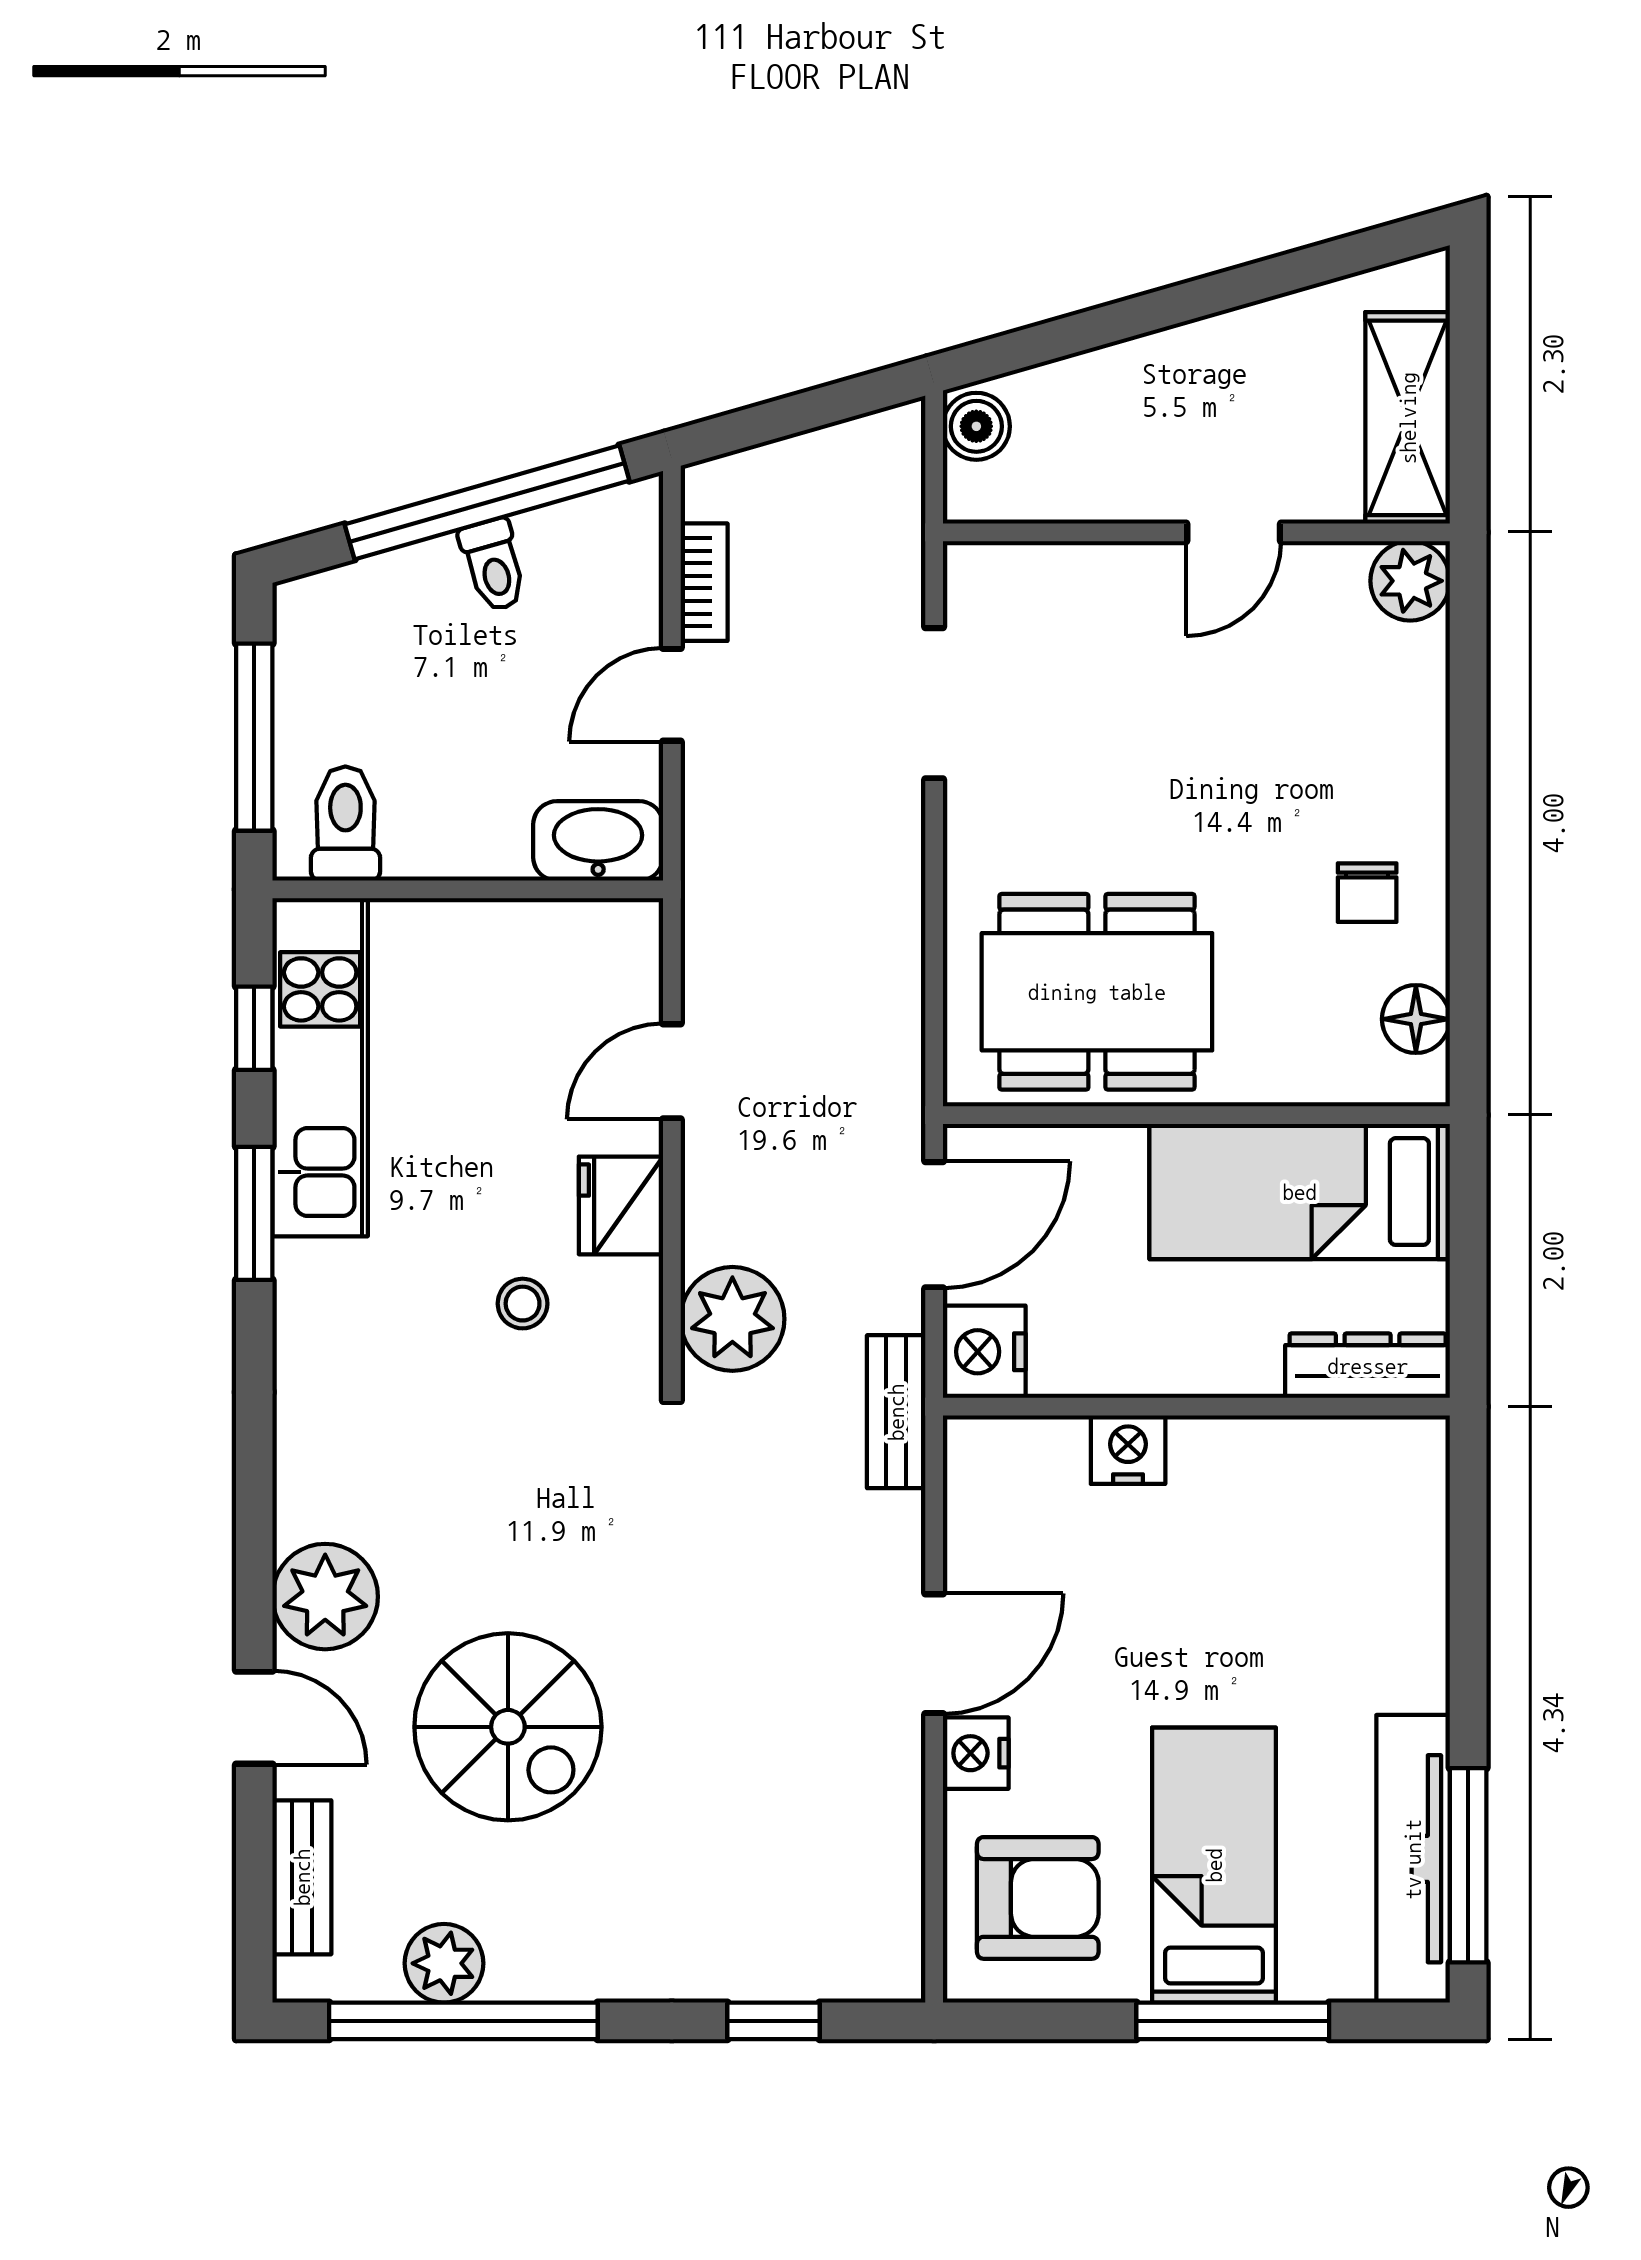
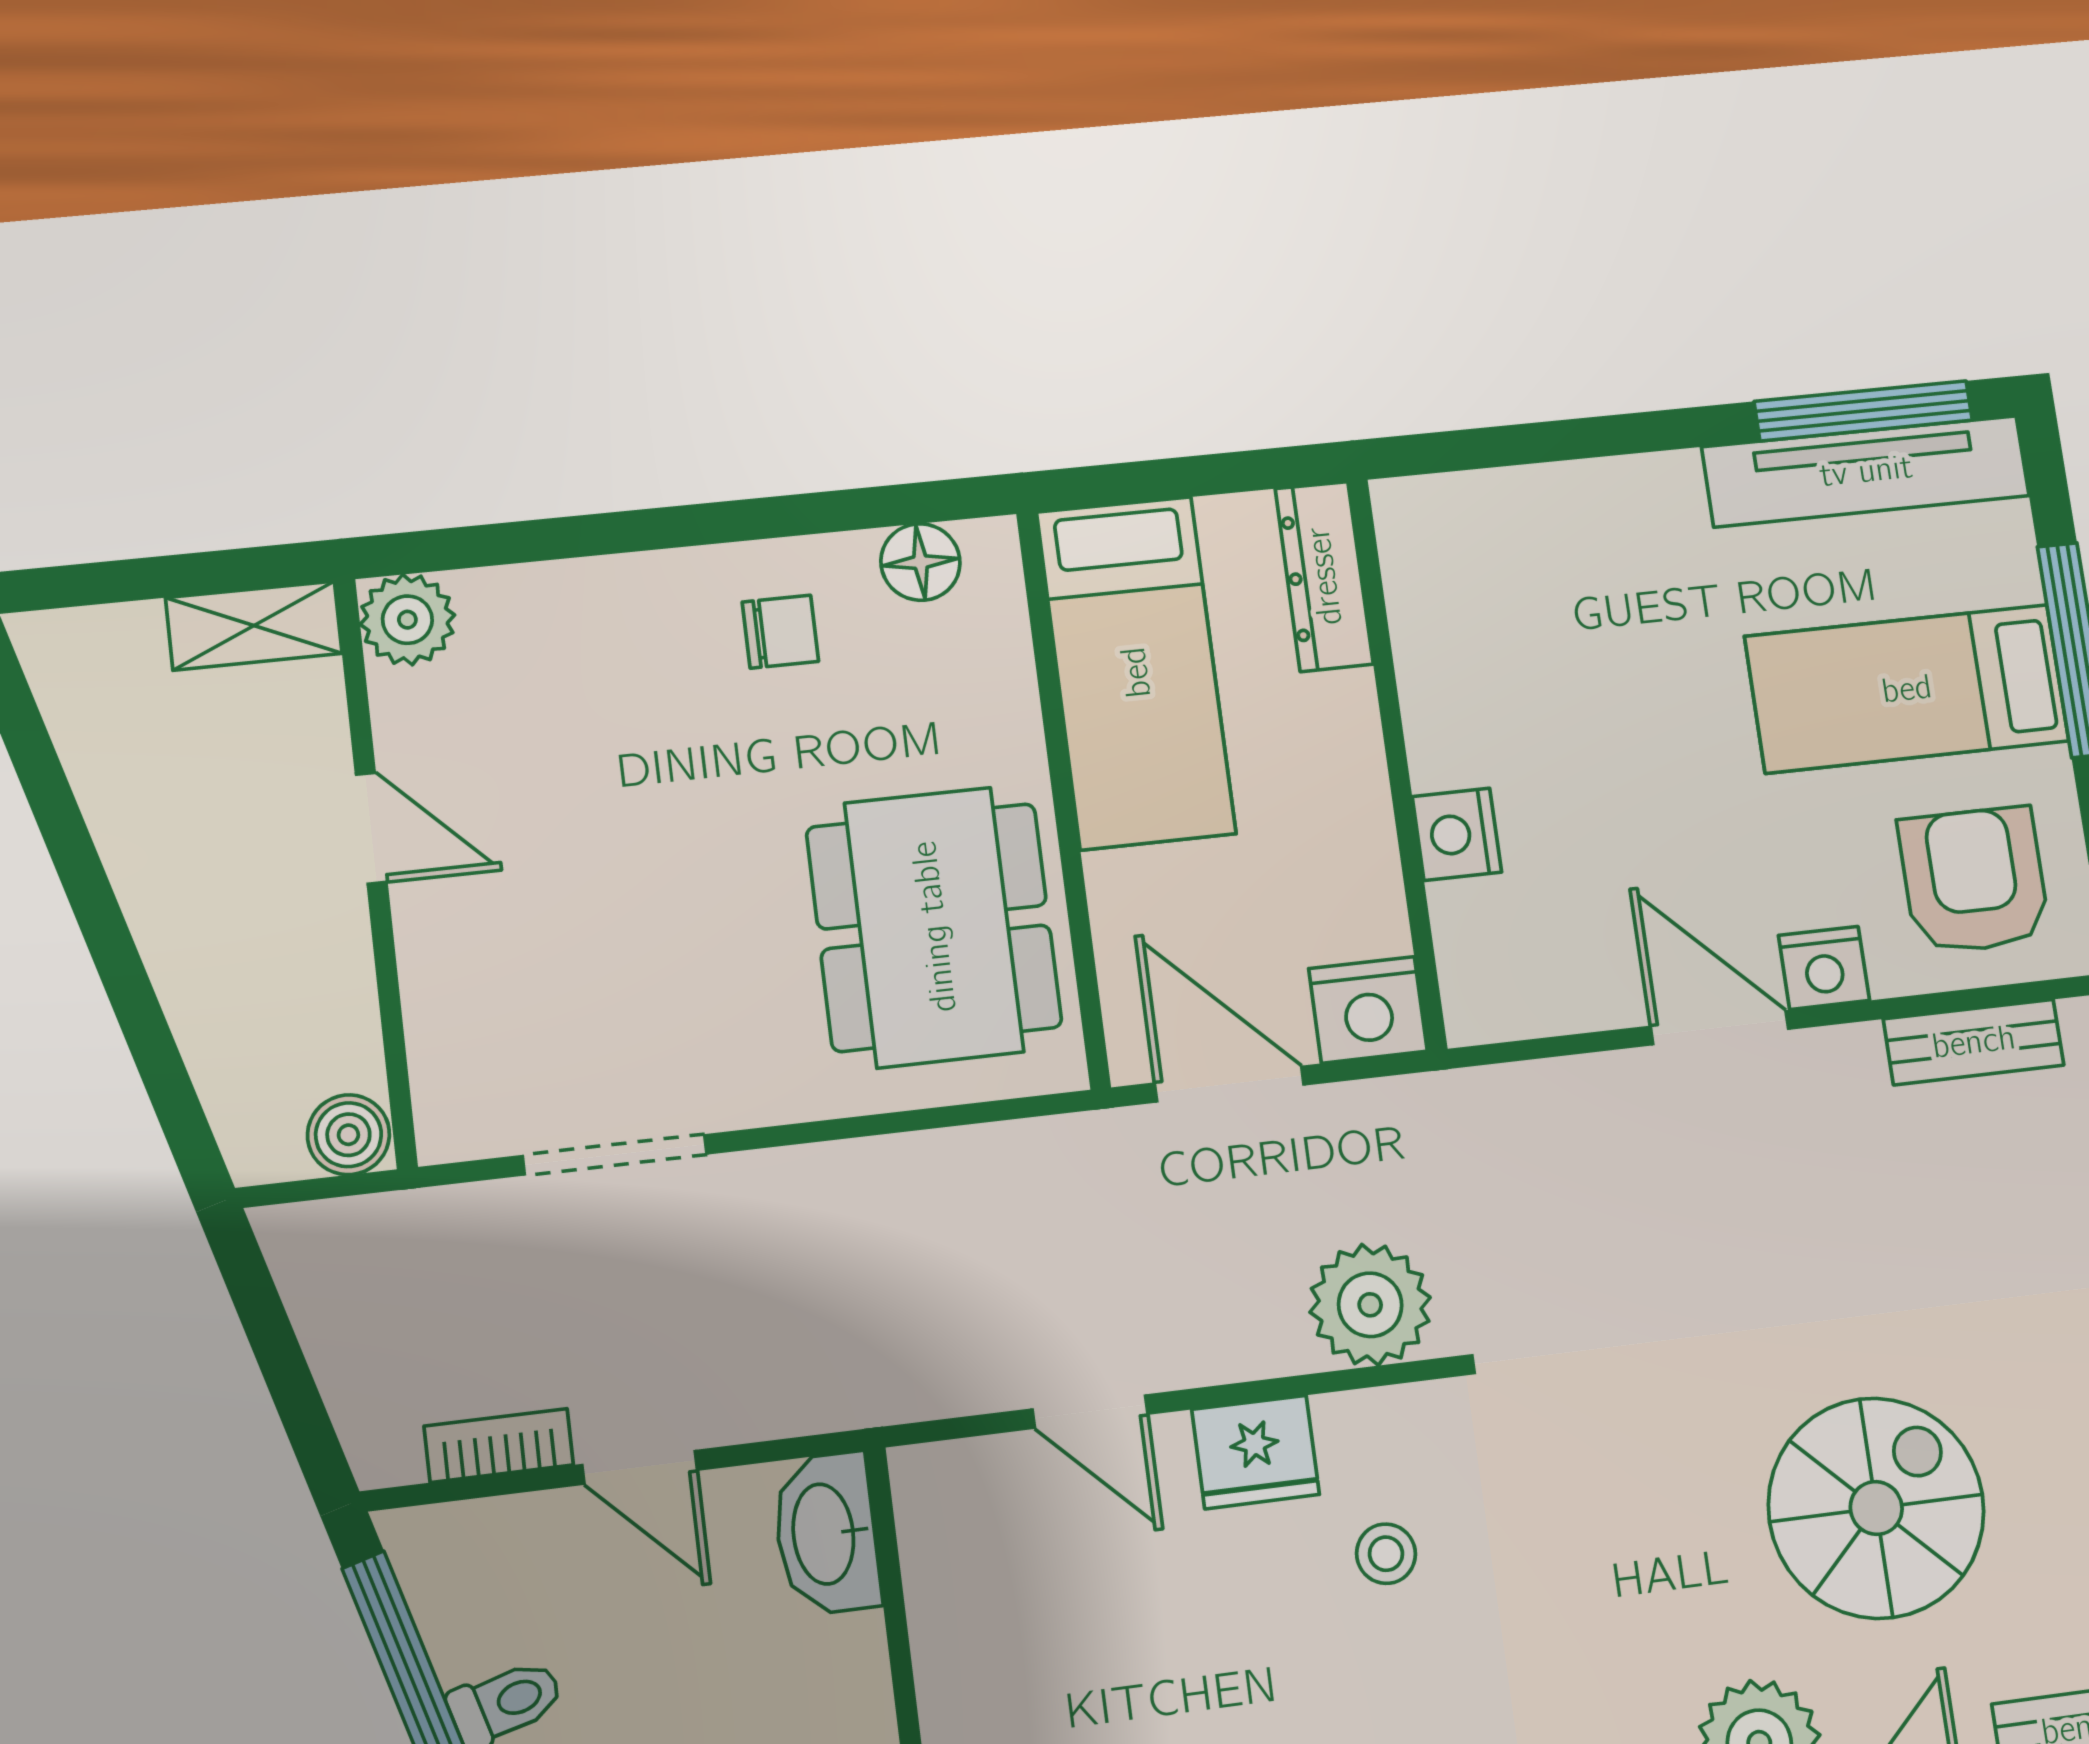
shelving: (1408, 418) -> (254, 626), width x0.67, depth x0.75
boiler: (976, 426) -> (348, 1135), moved
bench: (896, 1412) -> (1974, 1042), moved

